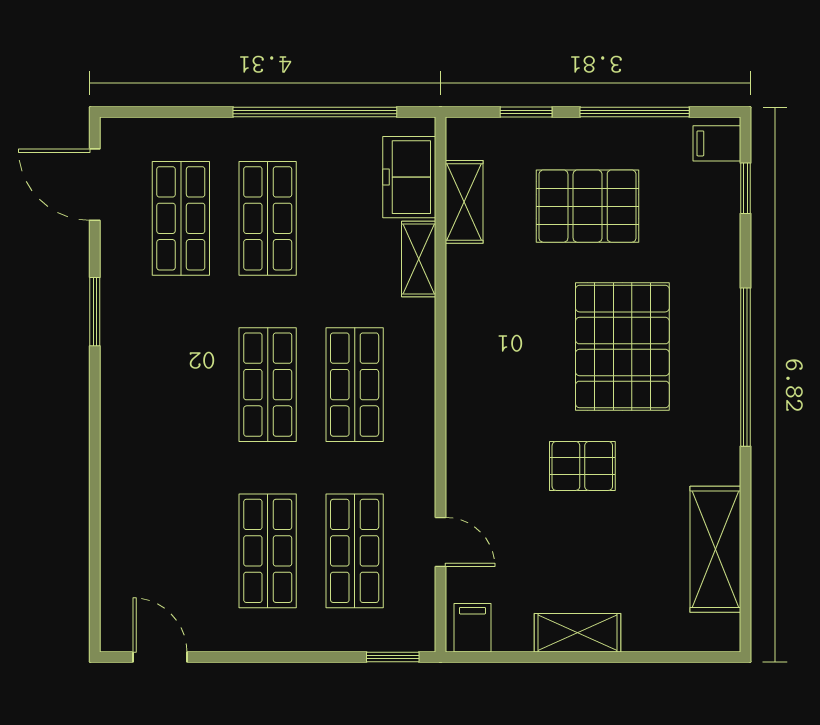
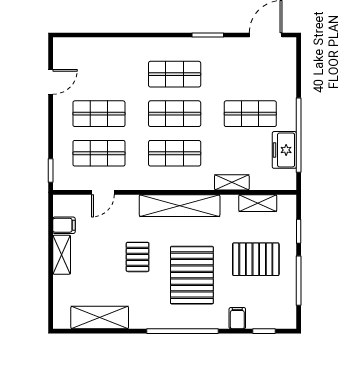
filing cabinet: (717, 143) -> (237, 318), moved
freezer: (409, 177) -> (284, 150), moved, turned -90
pallet: (588, 206) -> (256, 259), turned 90
shop shelf: (181, 218) -> (175, 74), moved
pallet: (622, 347) -> (192, 275), turned 90
shelving: (470, 374) -> (180, 206), added
filing cabinet: (472, 628) -> (64, 225), moved
door: (160, 657) -> (51, 82), moved

